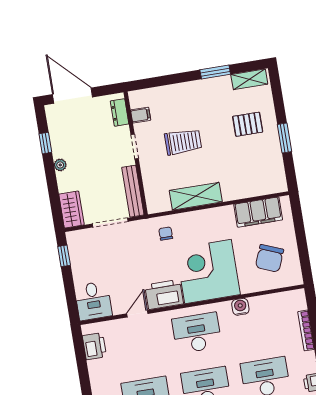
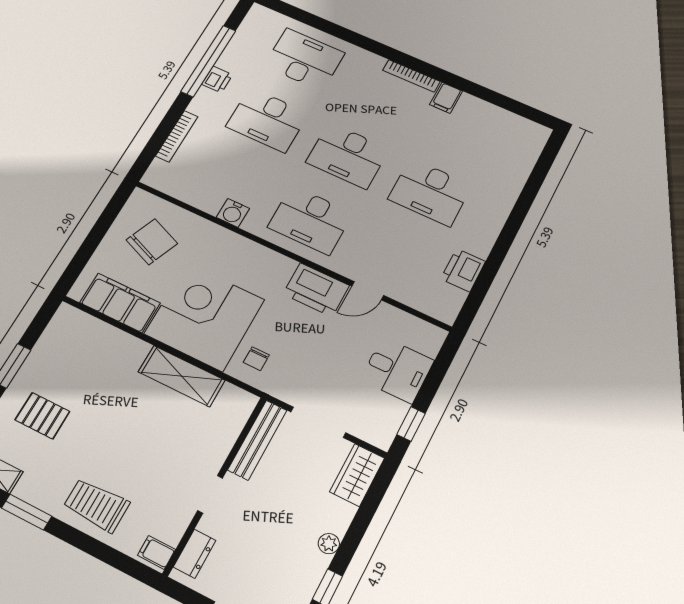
filing cabinet: (141, 115) -> (156, 552), moved
trolley: (183, 142) -> (96, 505), moved
corner desk: (208, 271) -> (204, 317), moved, turned 180
desk: (93, 301) -> (397, 370), moved, turned 90
printer: (94, 346) -> (463, 270), moved

